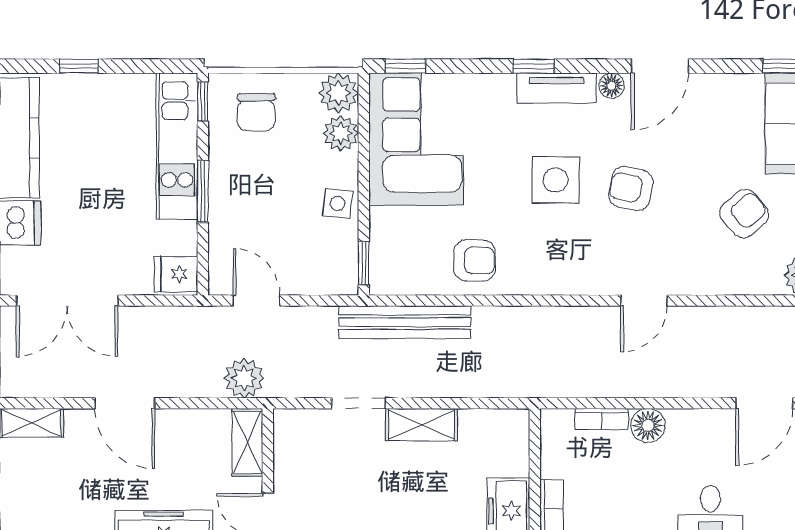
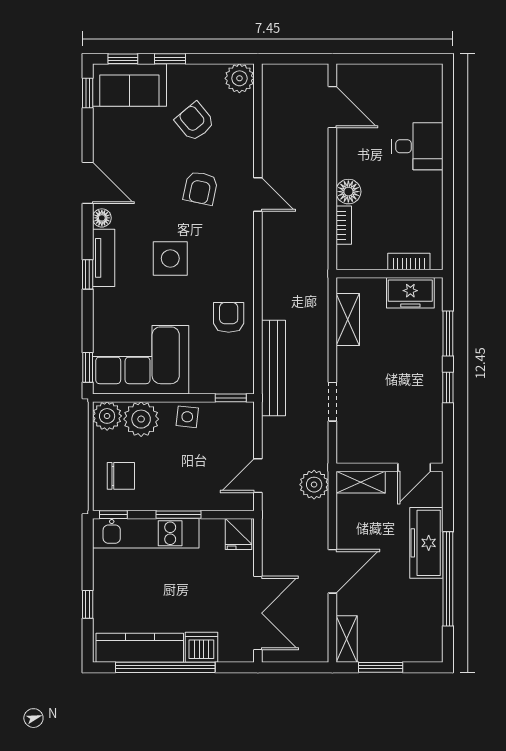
plant: (341, 133) -> (141, 419), width x1.36, depth x1.36
armchair: (631, 188) -> (201, 188), moved
shelving: (421, 425) -> (348, 319), moved

